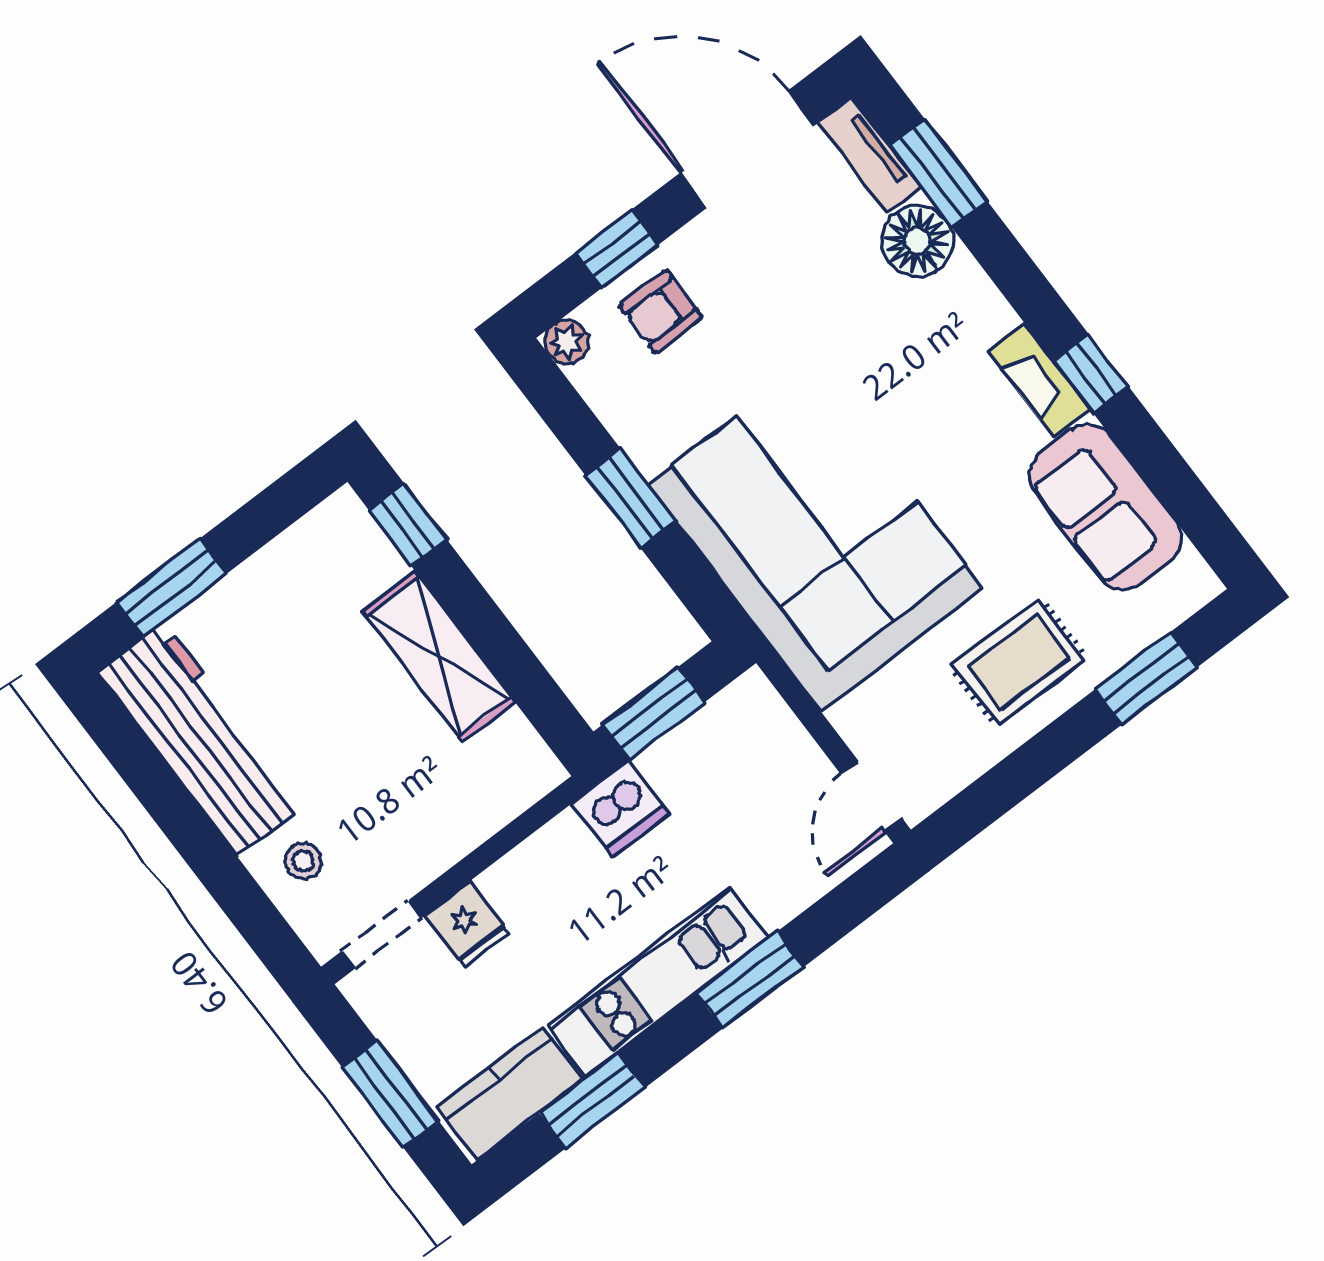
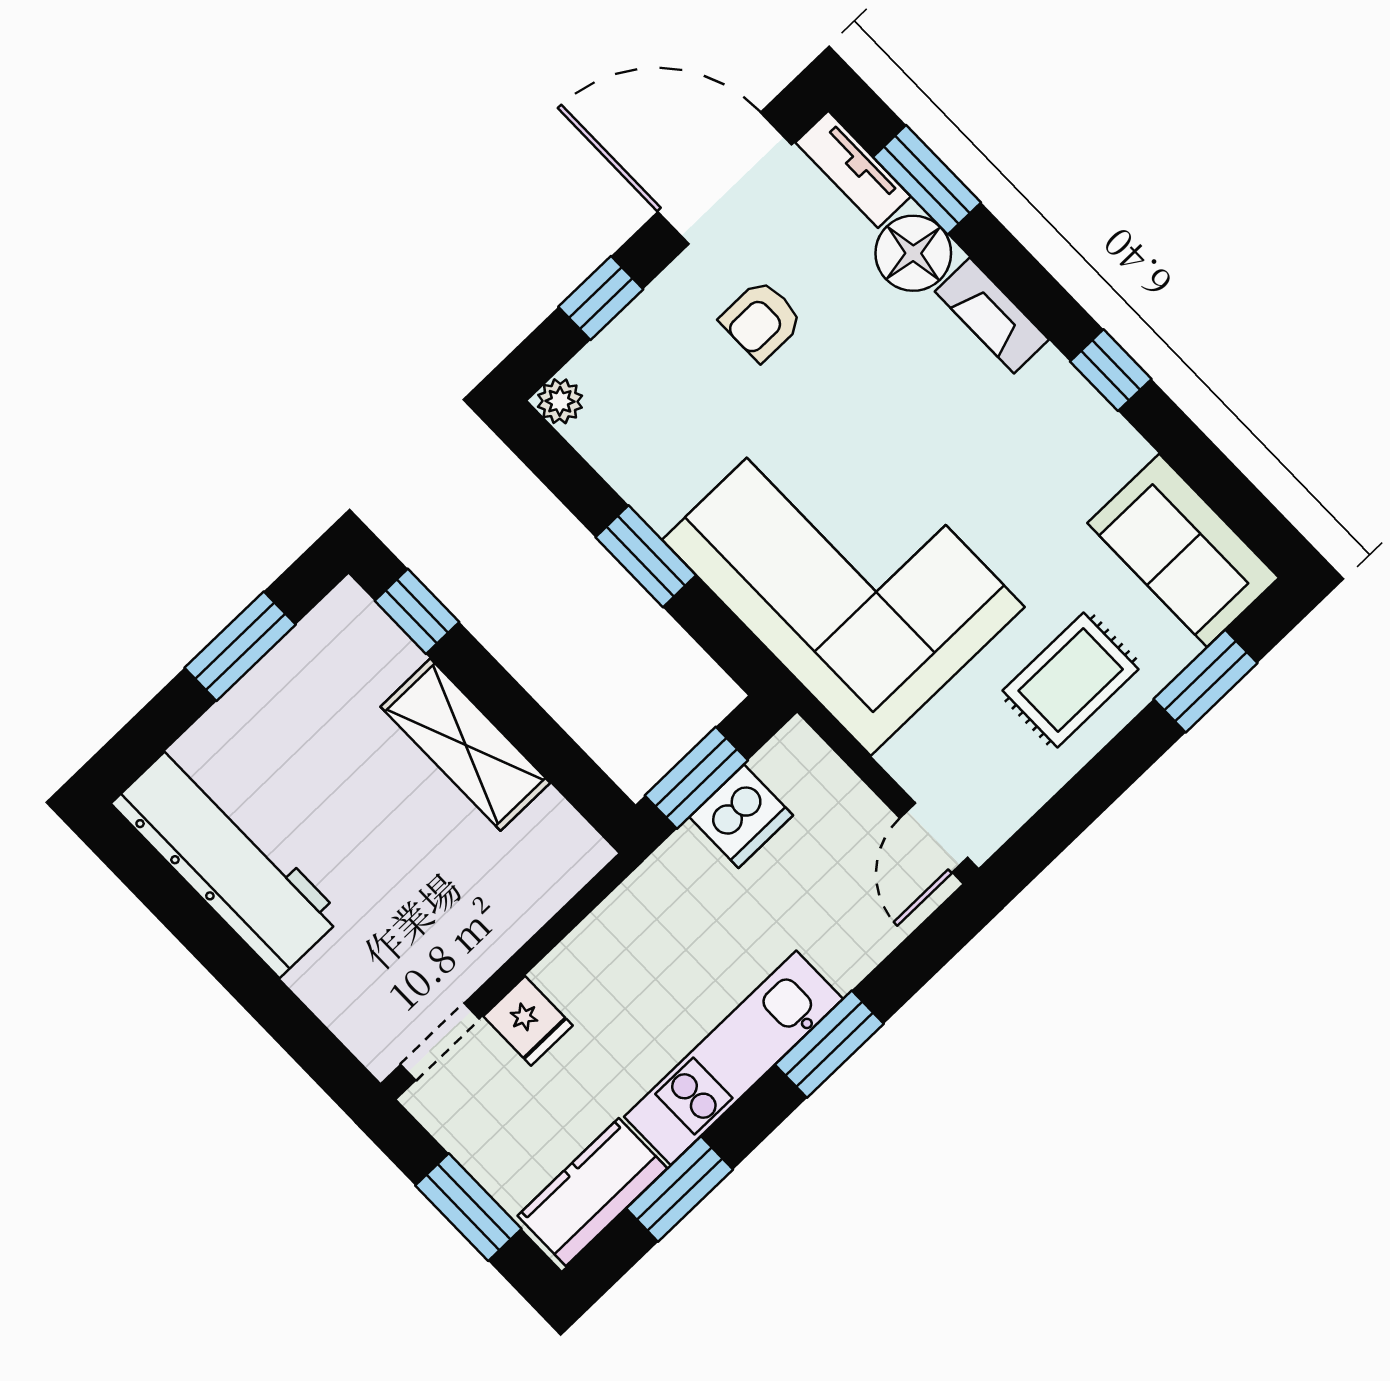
armchair: (661, 312) -> (761, 320), moved
fireplace: (1039, 380) -> (992, 316), moved
sofa: (1105, 507) -> (1183, 550), moved
window: (171, 588) -> (240, 646), moved
dishwasher: (620, 809) -> (741, 816), moved
stool: (303, 861) -> (349, 975), removed

